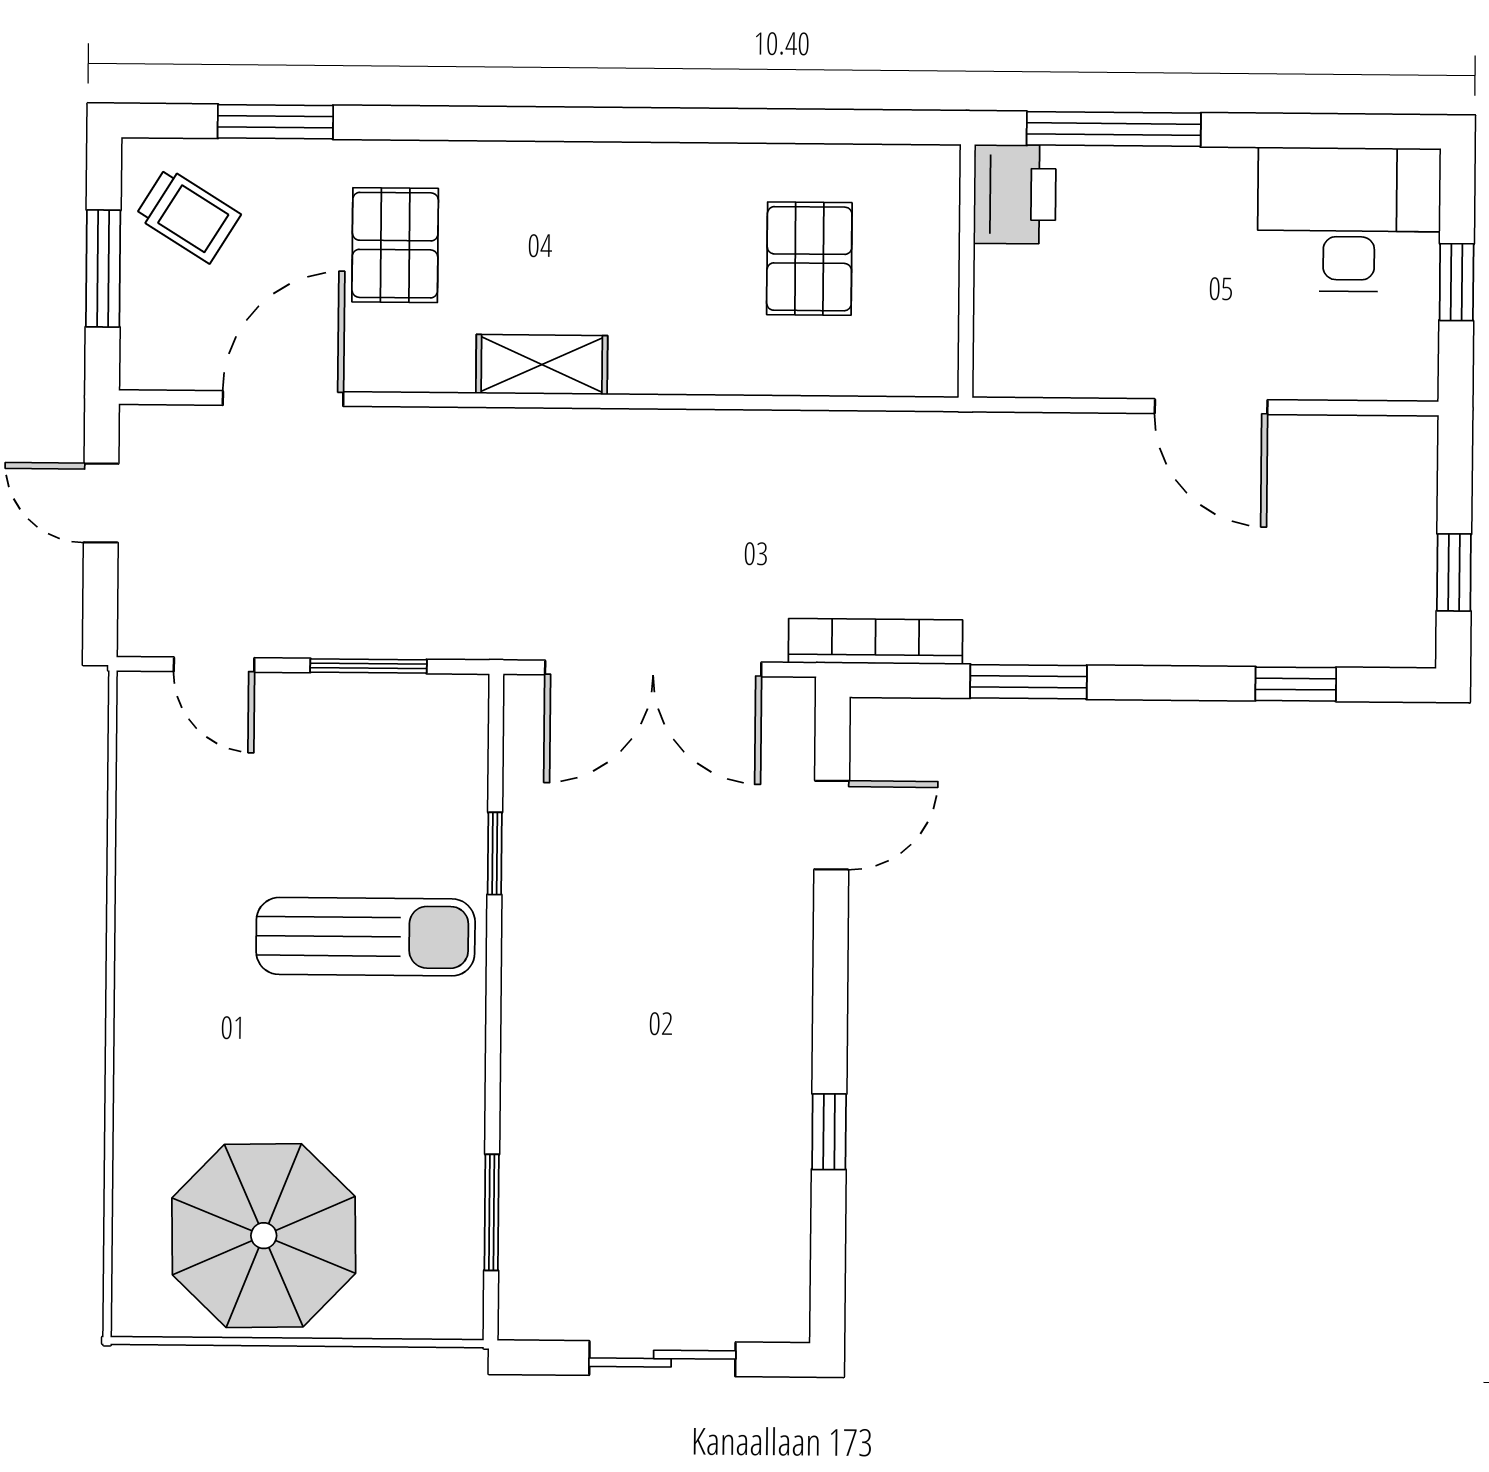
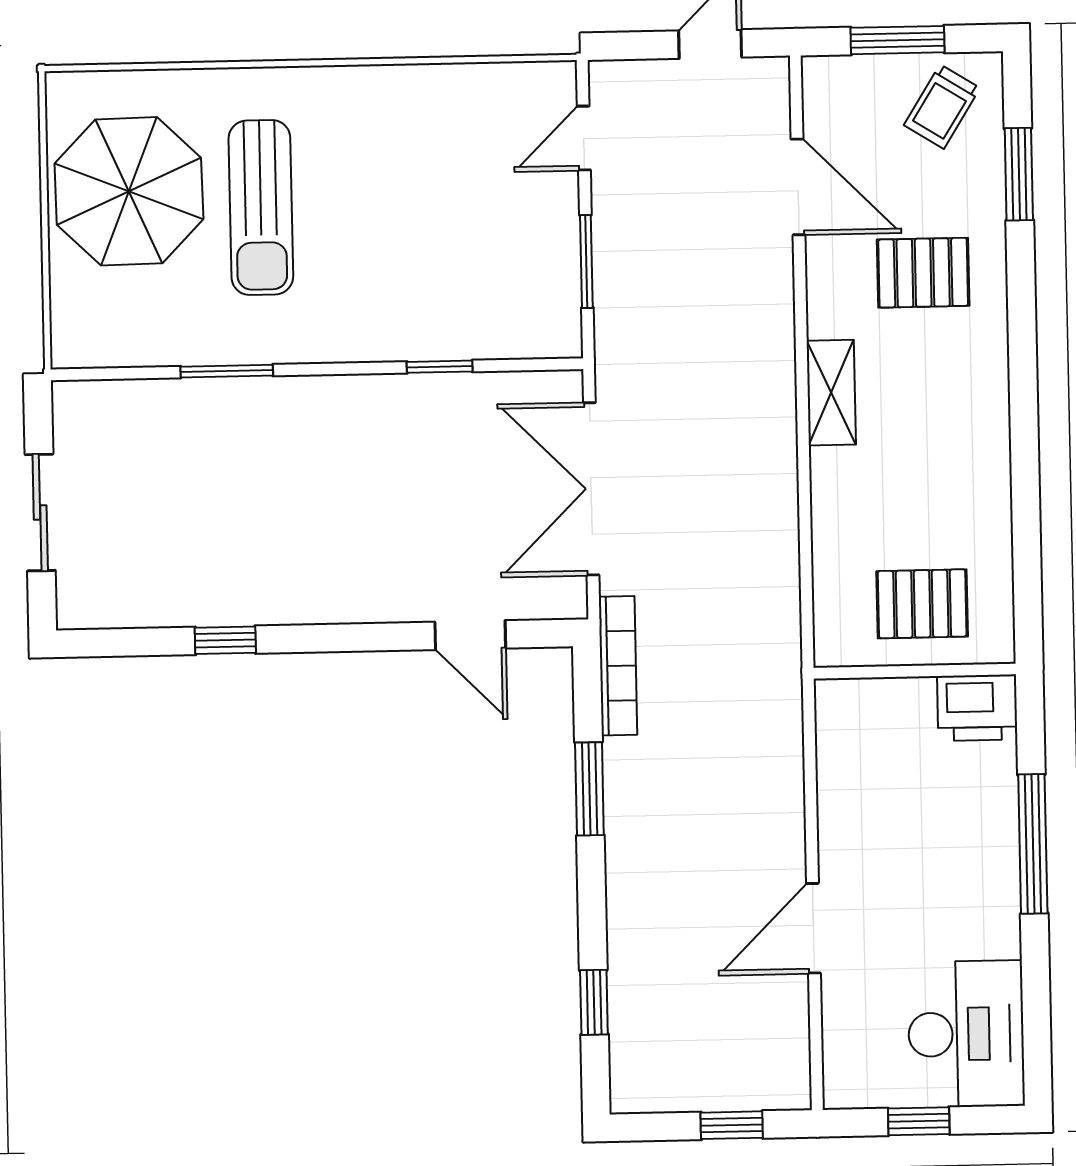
printer: (1015, 194) -> (977, 708), moved
wall: (967, 271) -> (915, 671), moved
window: (1454, 572) -> (732, 1125), moved
sun lounger: (366, 937) -> (261, 208), moved
window: (492, 1212) -> (227, 371), moved

